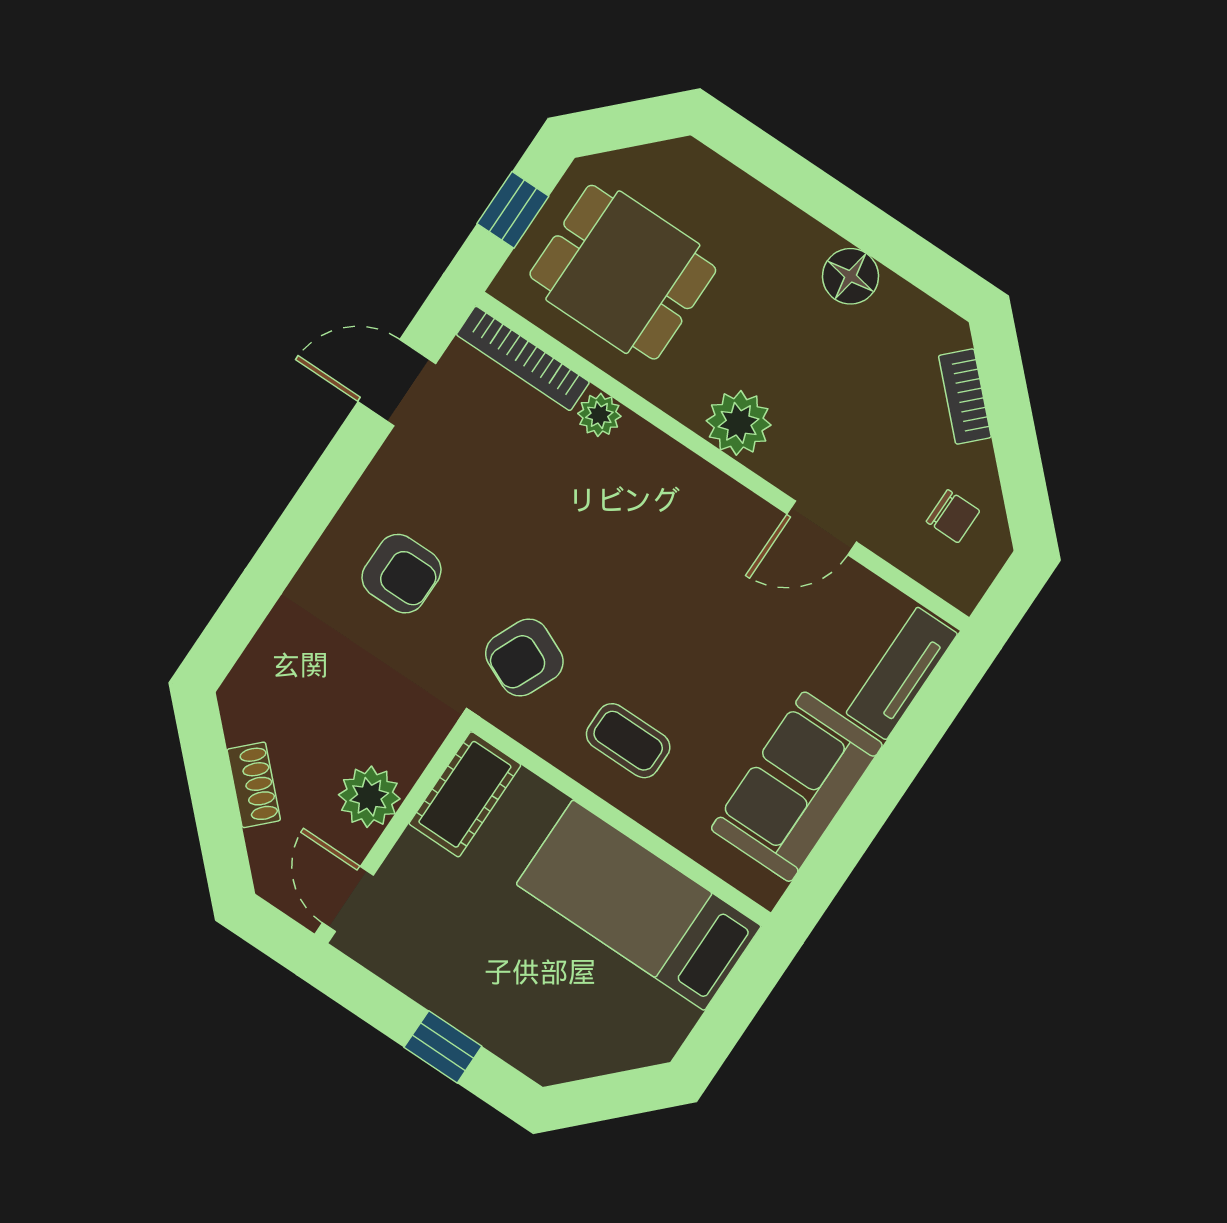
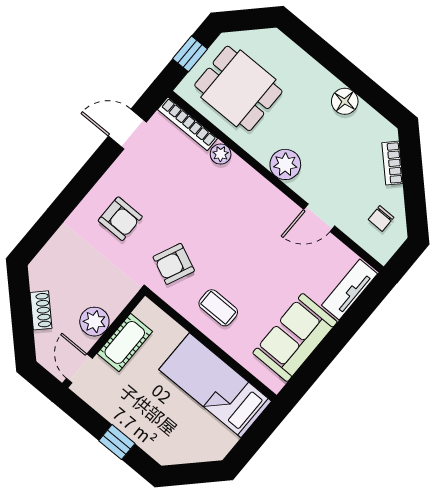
chair: (953, 516) -> (381, 219), turned 90
cot: (465, 794) -> (125, 342), moved

